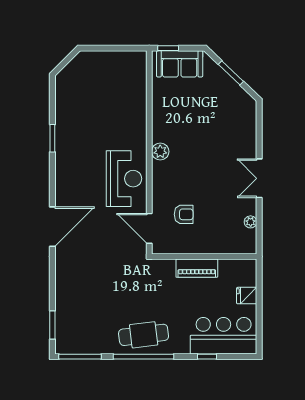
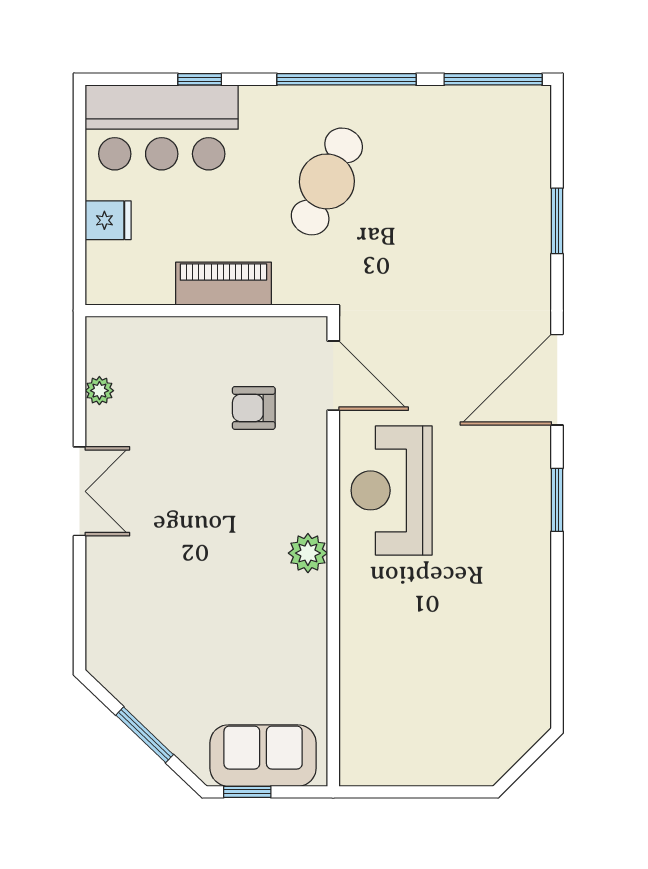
window: (168, 48) -> (247, 792), moved
window: (52, 138) -> (557, 500), moved
window: (52, 325) -> (557, 221), moved
cafe table: (144, 335) -> (327, 181), moved, turned -58

